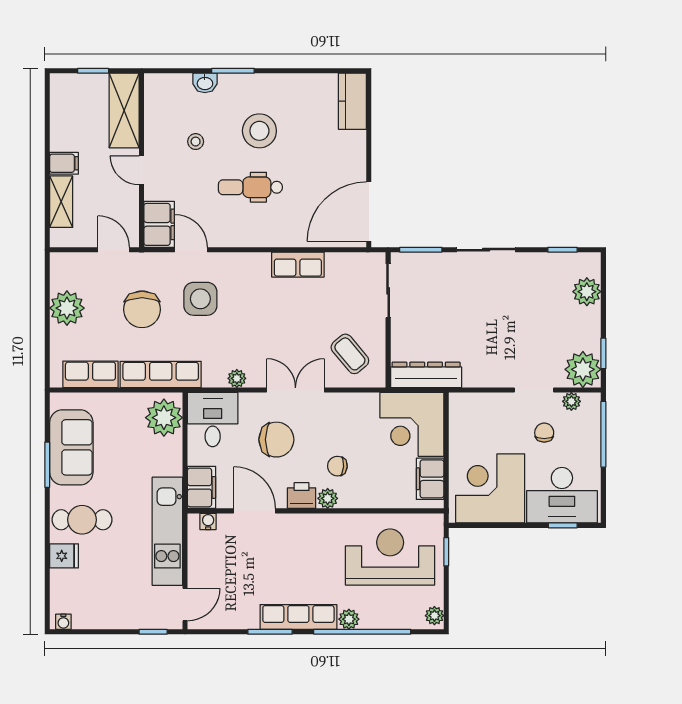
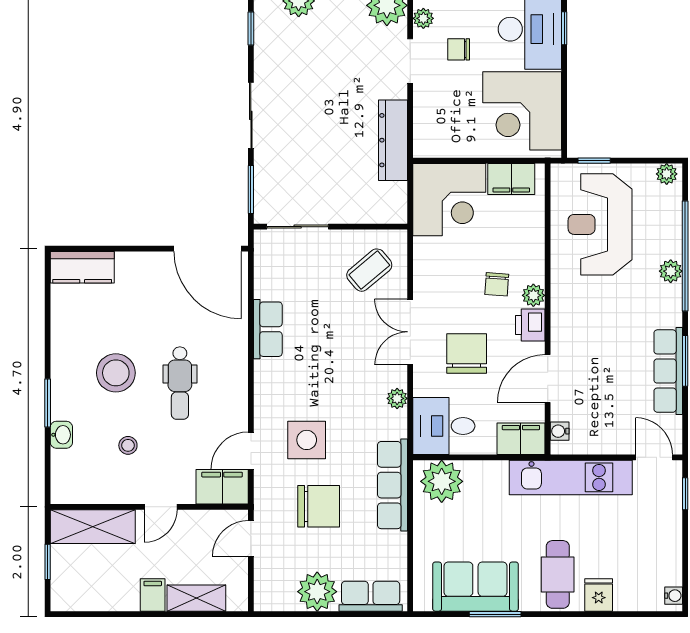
row of seats: (90, 374) -> (371, 596), moved, turned 90
dresser: (426, 375) -> (393, 140), moved
row of seats: (298, 617) -> (668, 371), moved

